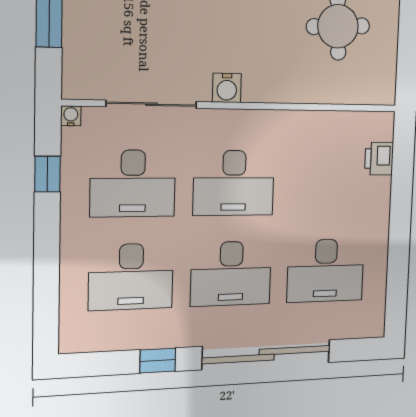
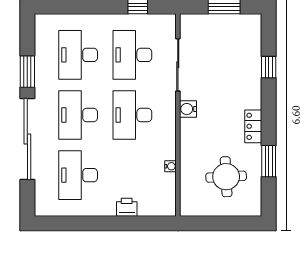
water cooler: (71, 116) -> (170, 166), moved
printer: (379, 159) -> (127, 207), moved
window: (158, 361) -> (27, 72), width x1.50

